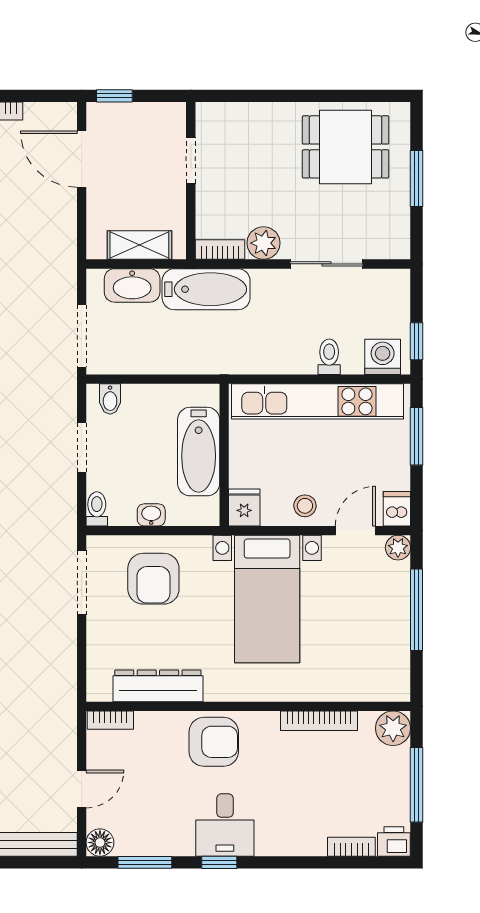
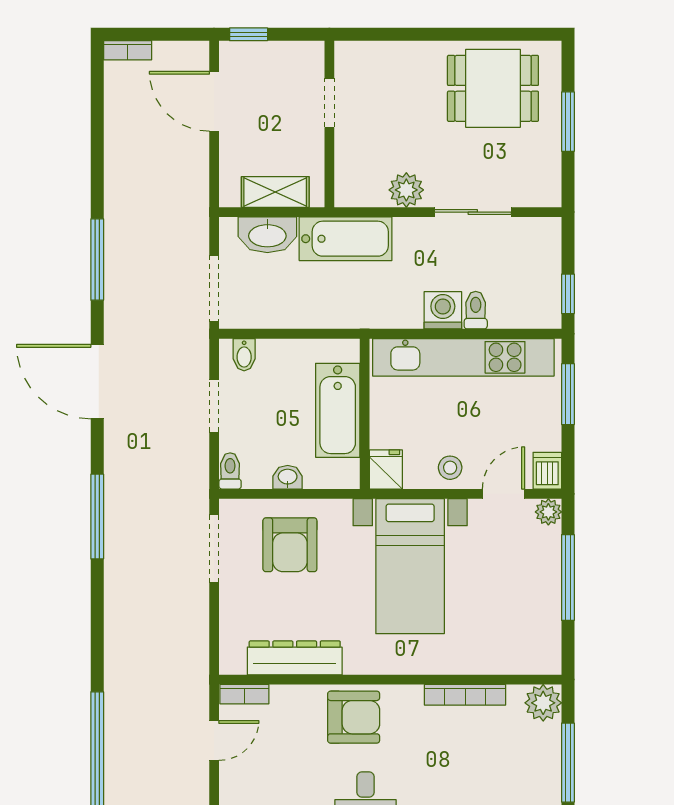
bookcase: (220, 250) -> (360, 197), removed
washing machine: (383, 357) -> (443, 310), moved
door: (82, 789) -> (214, 740), moved

